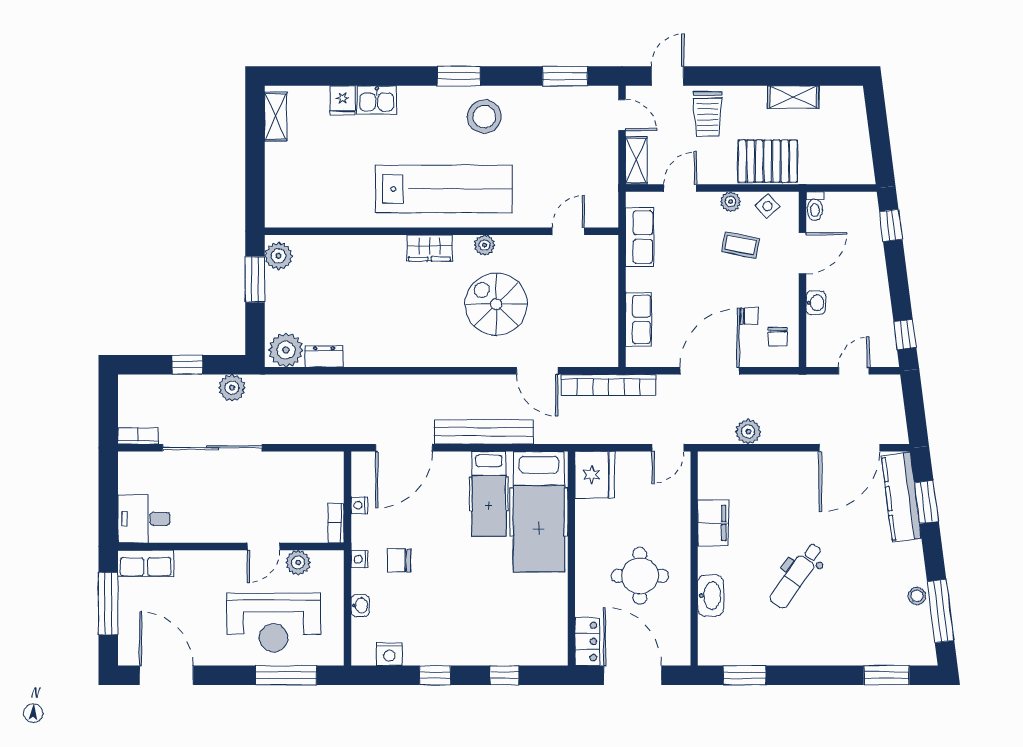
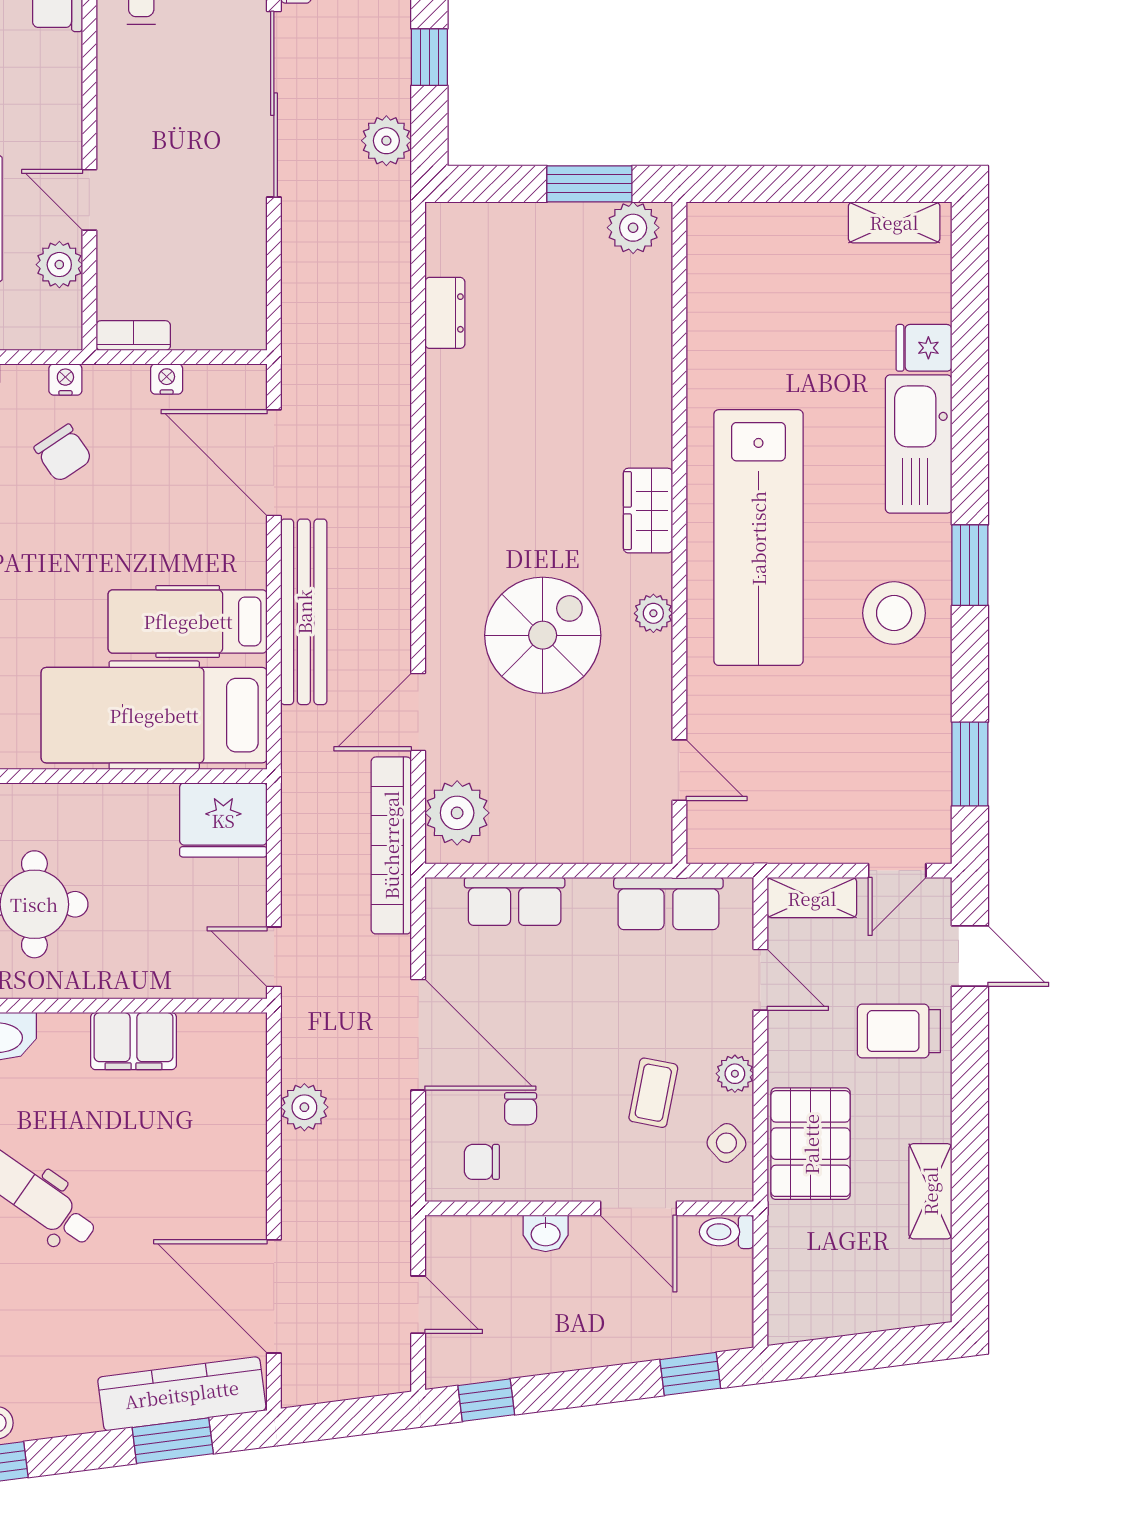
kitchen sink: (377, 100) -> (919, 444), width x1.87, depth x1.24
plant: (286, 350) -> (457, 813), moved
chair: (399, 560) -> (63, 453), turned 146

